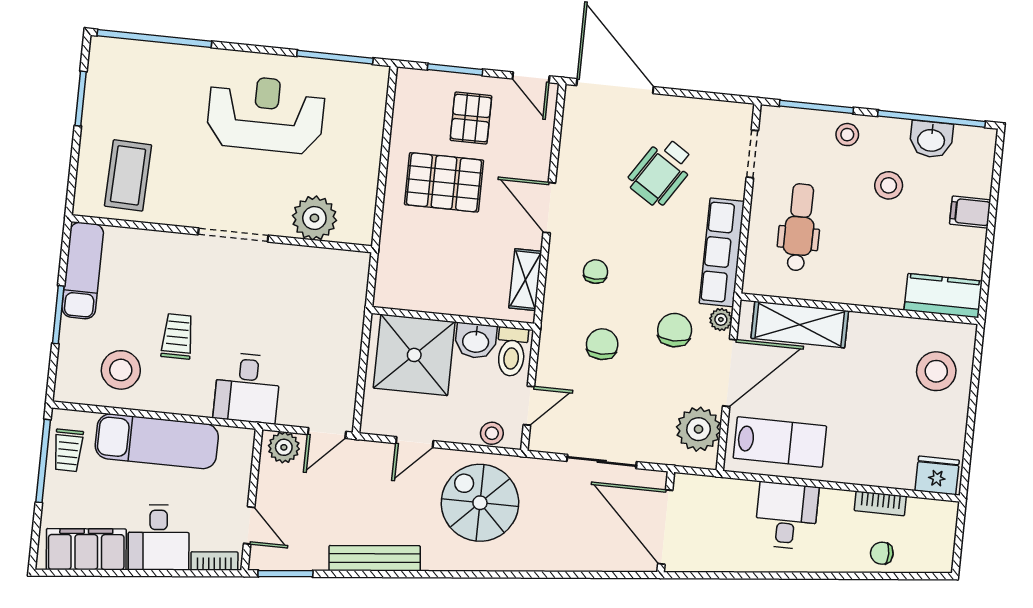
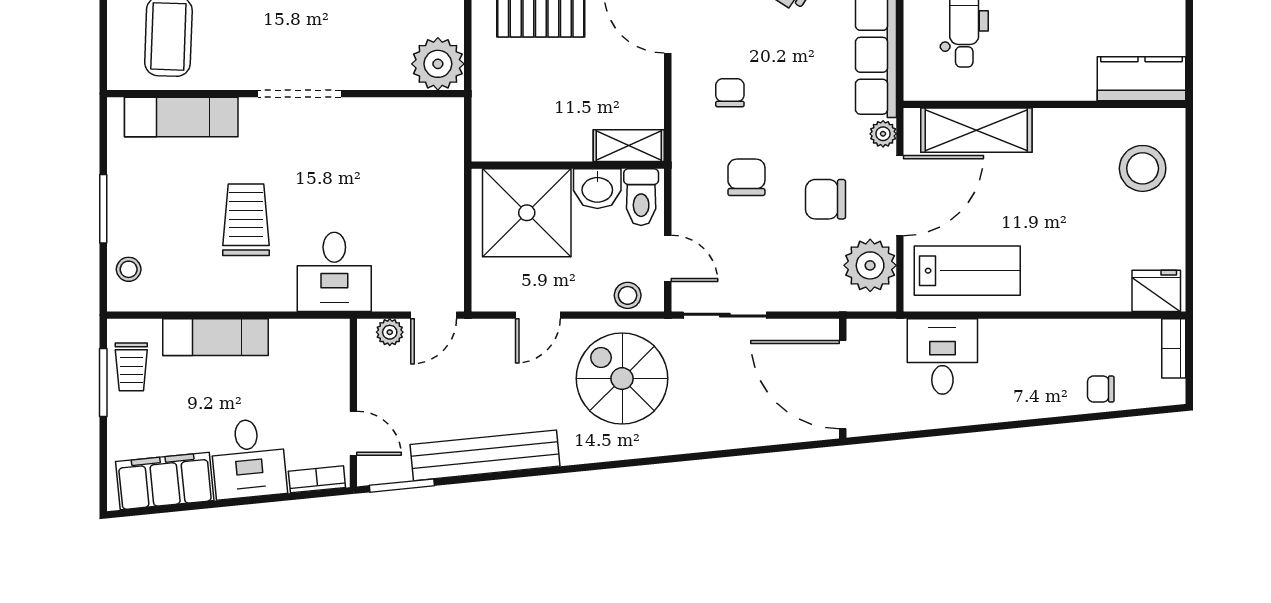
plant: (314, 218) -> (438, 64), moved
exam couch: (83, 271) -> (181, 117), moved, turned 90
shelving: (525, 280) -> (629, 146), moved, turned 90
chair: (675, 330) -> (826, 199), moved, turned -90
trolley: (177, 336) -> (246, 220), width x1.36, depth x1.39
stool: (121, 370) -> (129, 269), moved, width x0.53, depth x0.53
door: (529, 406) -> (668, 258), hinge flipped
exam couch: (157, 441) -> (215, 337), width x0.73, depth x0.69
plant: (284, 447) -> (390, 332), width x0.73, depth x0.73
window: (43, 461) -> (103, 382), width x0.69
sliding door: (602, 461) -> (725, 315), moved
bookcase: (880, 503) -> (1174, 348), moved, turned 90
desk: (786, 516) -> (942, 356), moved
bench: (375, 558) -> (485, 455), width x1.37, depth x1.21

